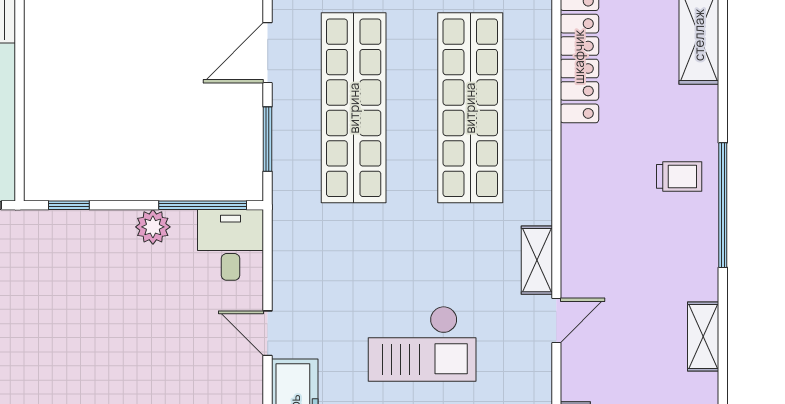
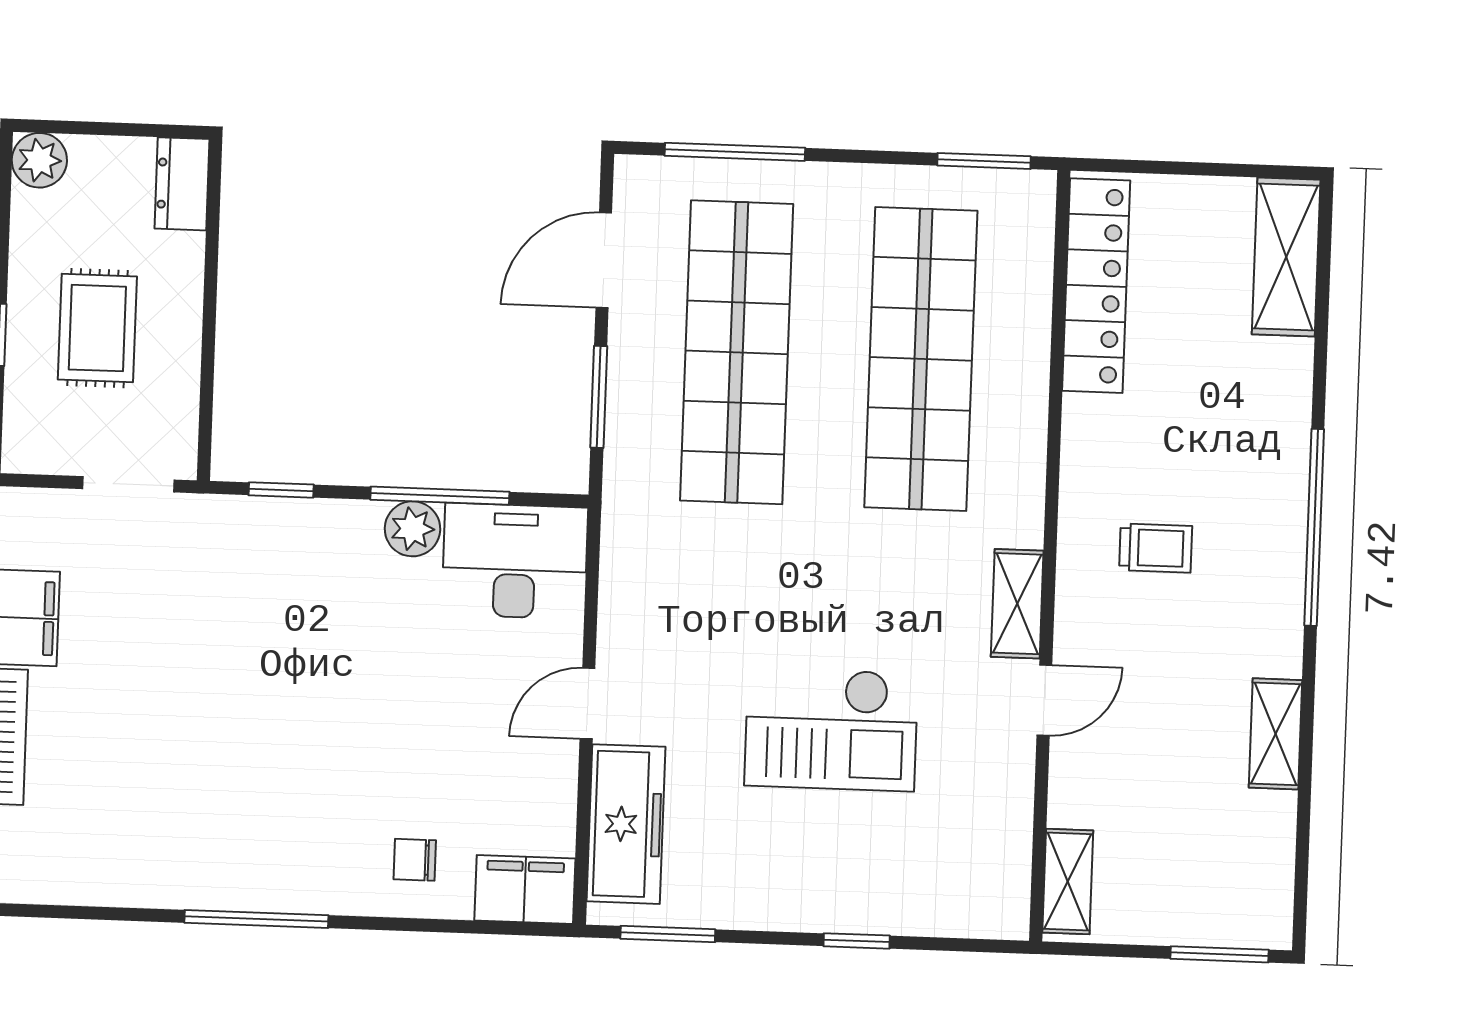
trolley: (679, 176) -> (1156, 548), moved
window: (203, 205) -> (440, 496), moved
desk: (231, 245) -> (515, 561), width x1.37
door: (268, 333) -> (587, 704), hinge flipped

